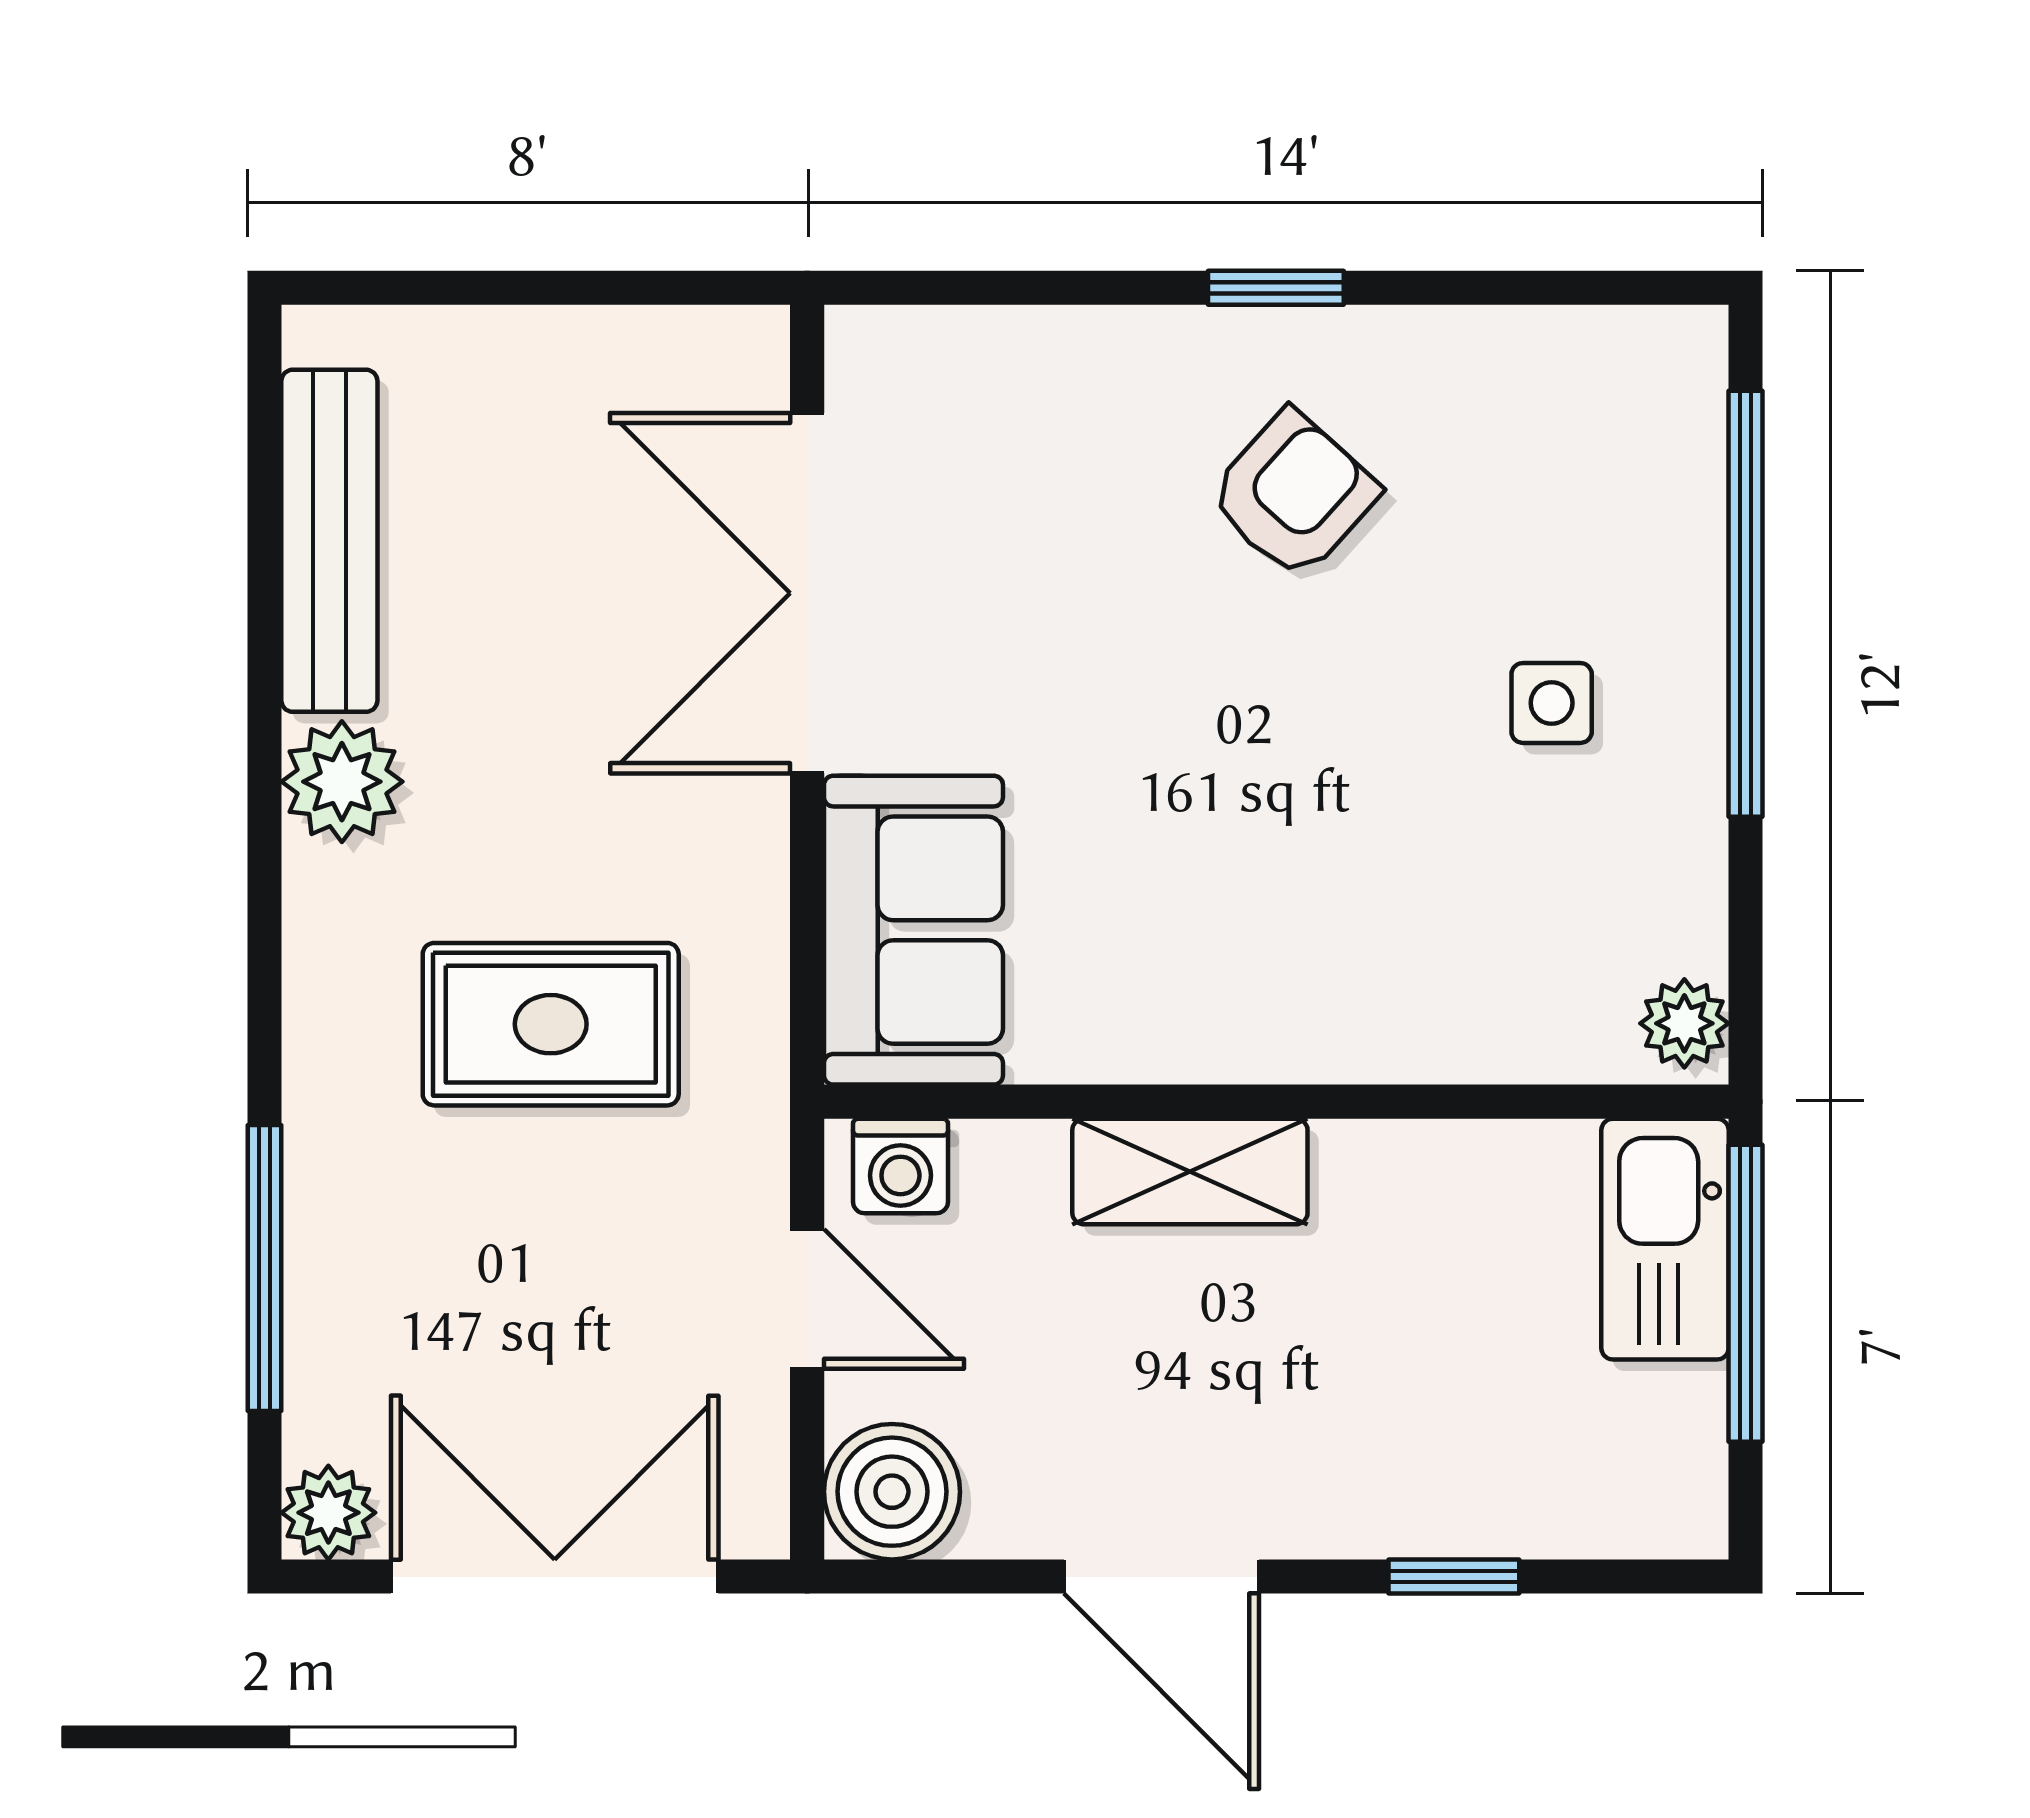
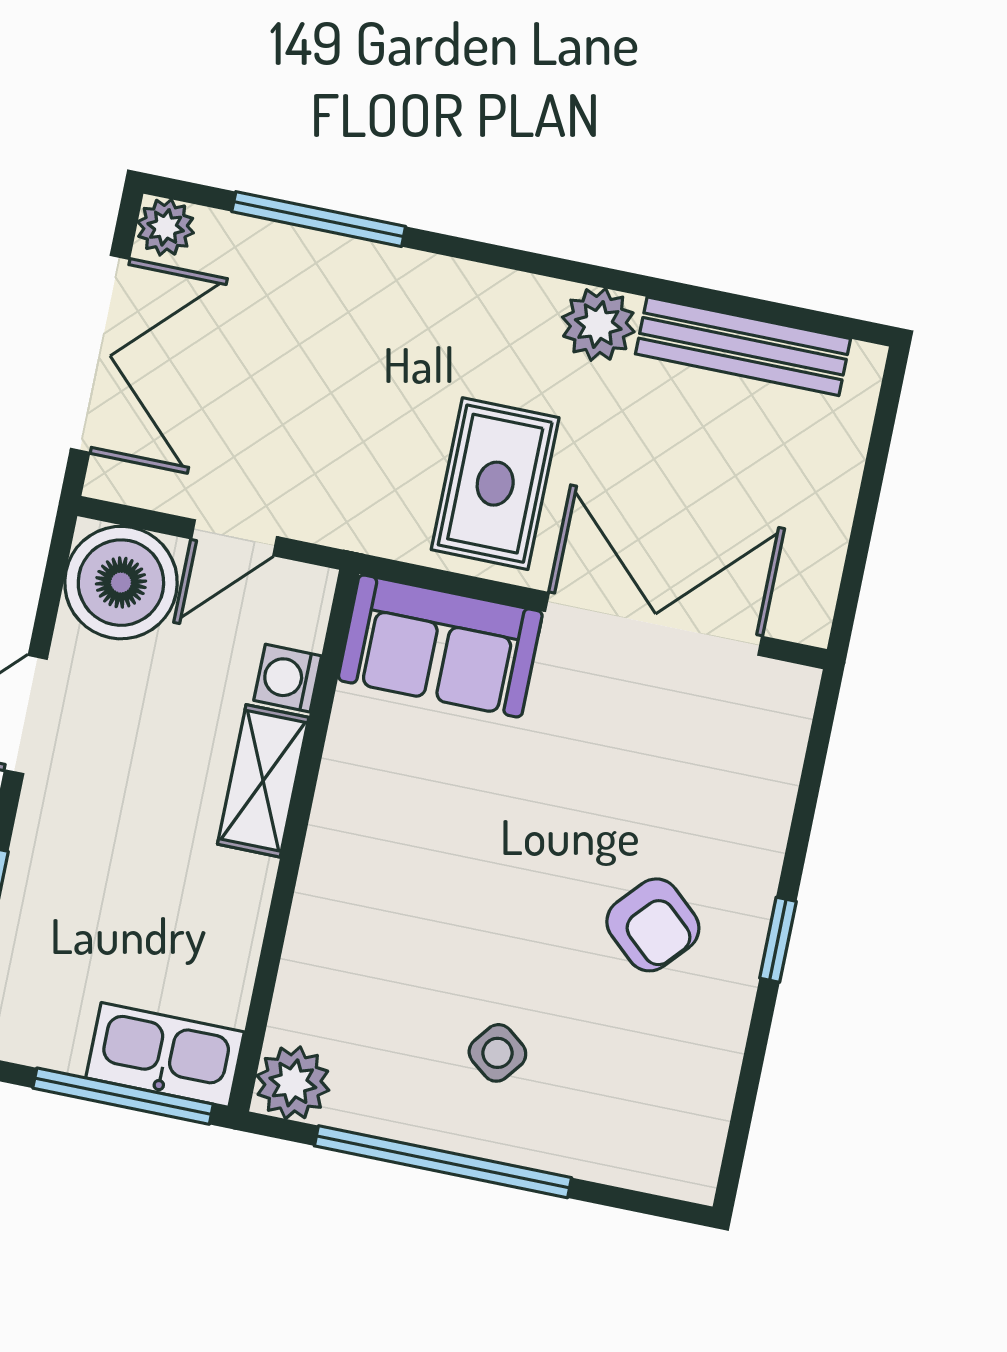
window: (1745, 604) -> (443, 1162), moved
side table: (1552, 703) -> (497, 1053), turned 38
plant: (1684, 1023) -> (293, 1083), width x1.38, depth x1.38
rug: (551, 1024) -> (495, 484), moved
washing machine: (900, 1166) -> (288, 678), moved
boiler: (892, 1492) -> (121, 583), width x1.37, depth x1.37

